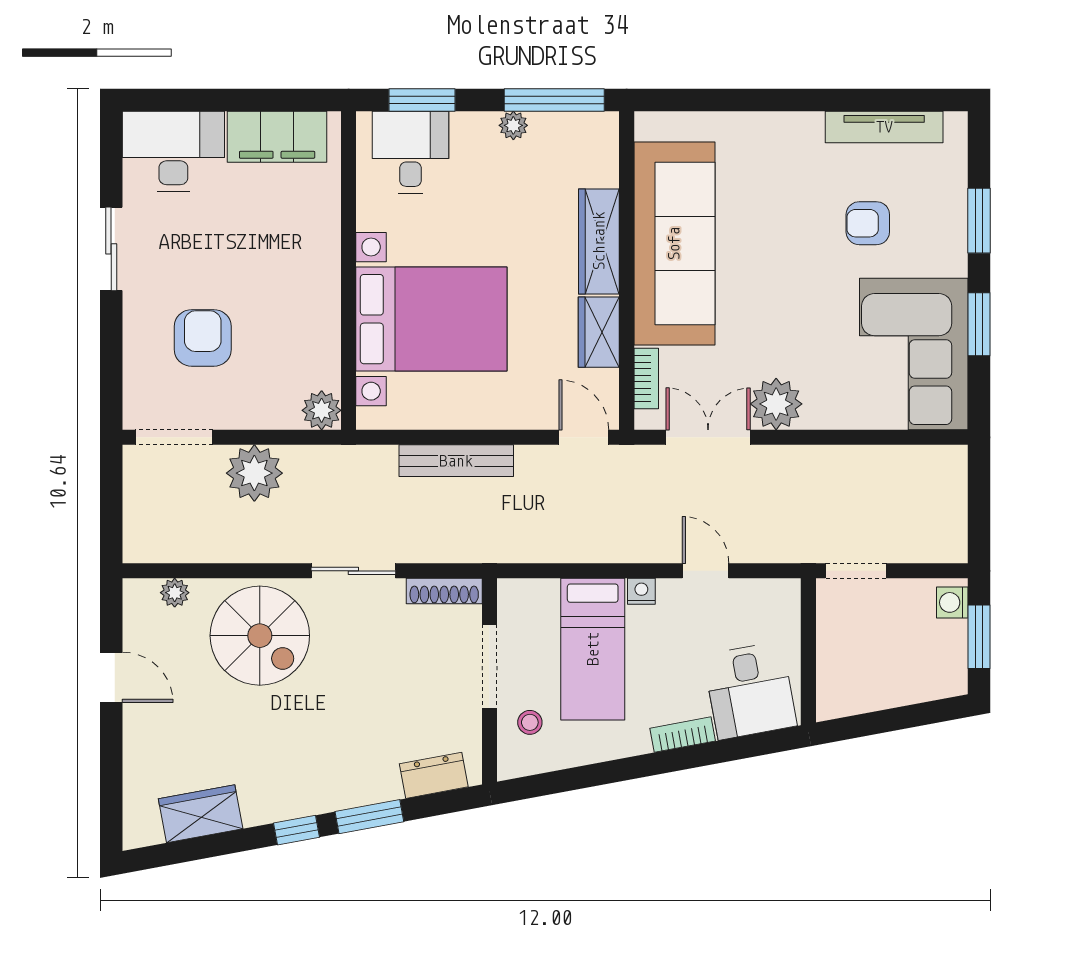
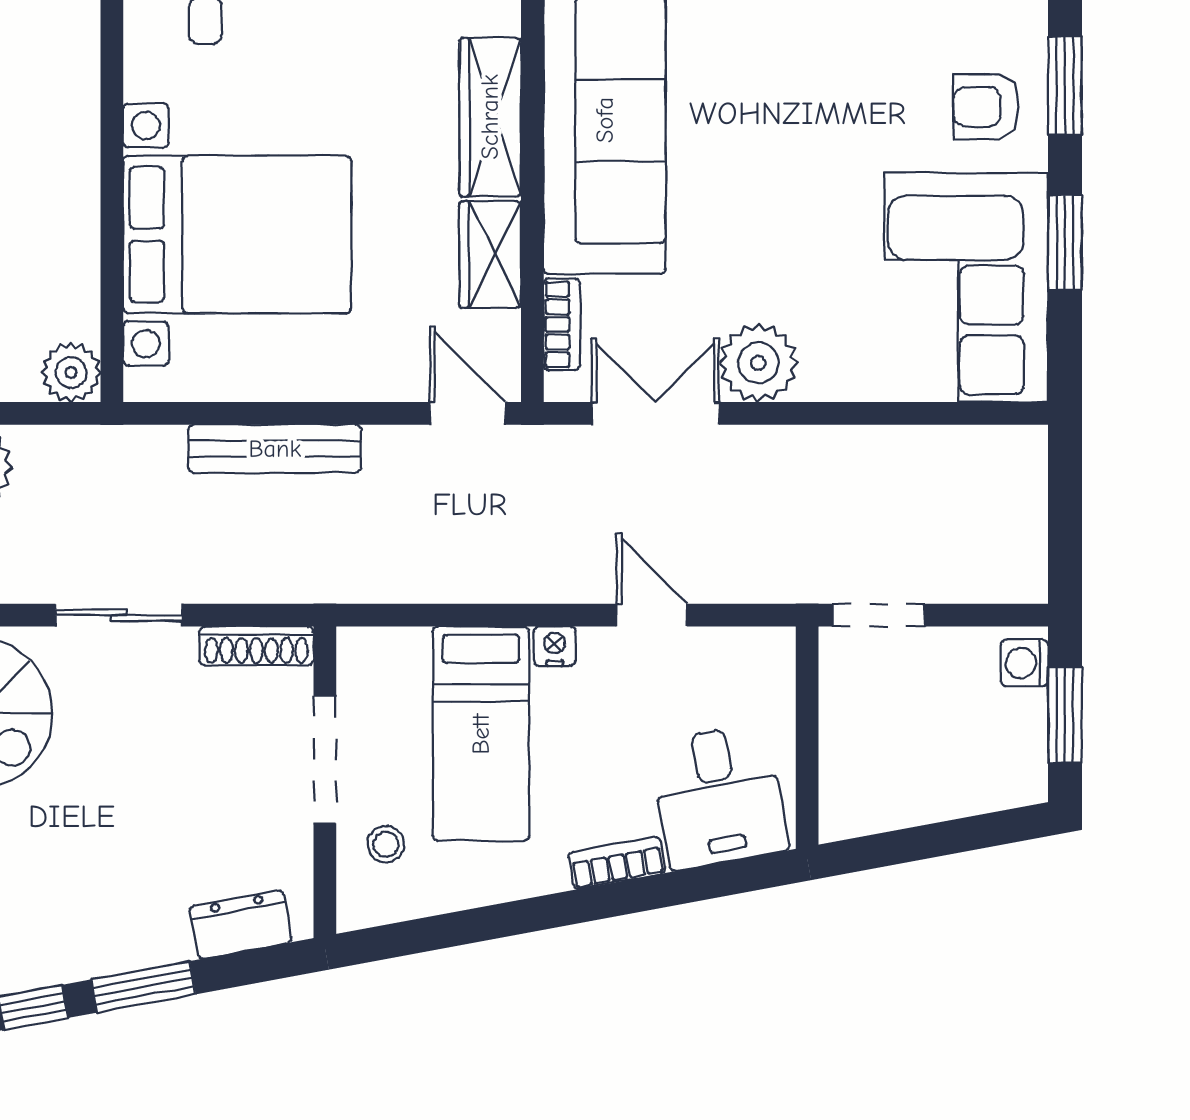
armchair: (868, 223) -> (986, 107), moved

